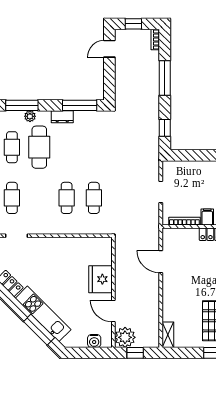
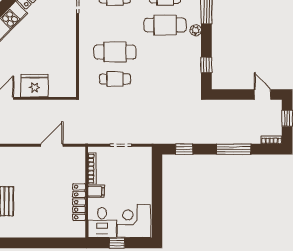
window: (80, 105) -> (206, 65), width x0.46
plant: (30, 116) -> (196, 30), moved
dresser: (62, 117) -> (195, 48), removed
cafe table: (67, 198) -> (115, 52), width x1.37, depth x1.35

